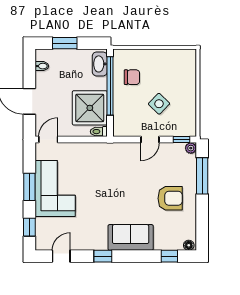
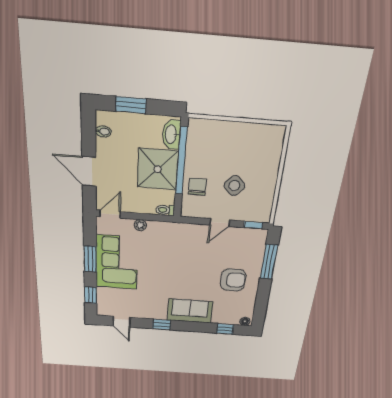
chair: (132, 77) -> (197, 187), moved, turned -90
shower: (90, 108) -> (158, 169), moved
plant: (191, 148) -> (140, 225), moved
door: (61, 256) -> (122, 322), swing flipped

